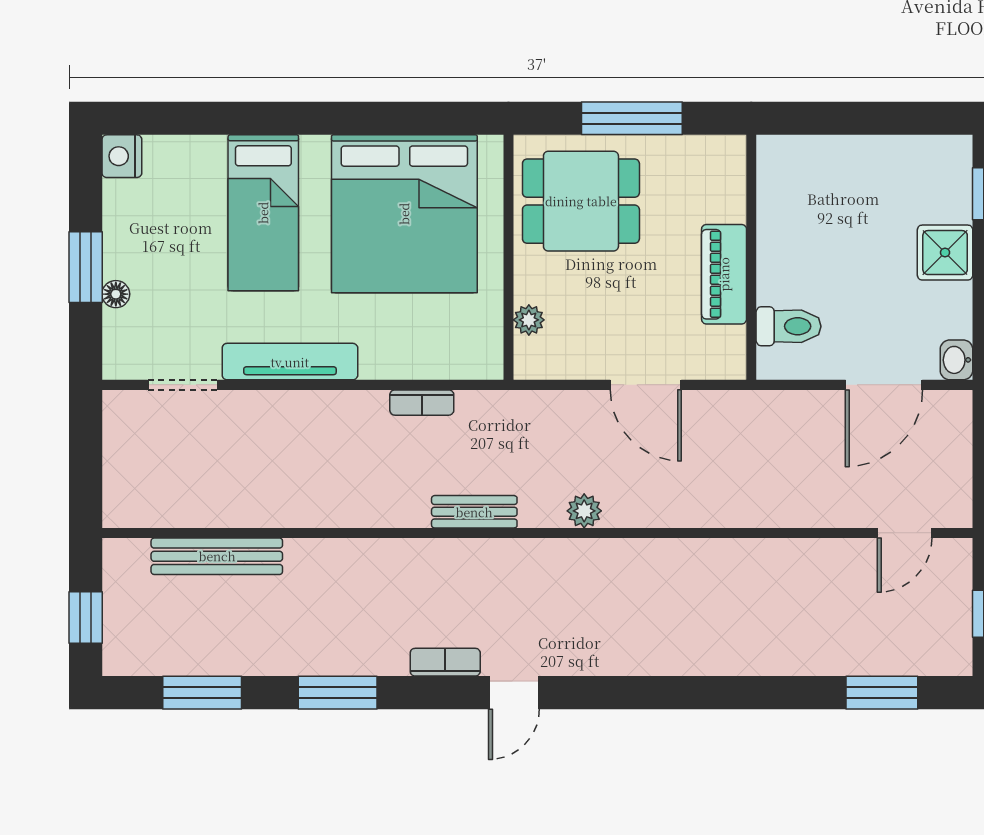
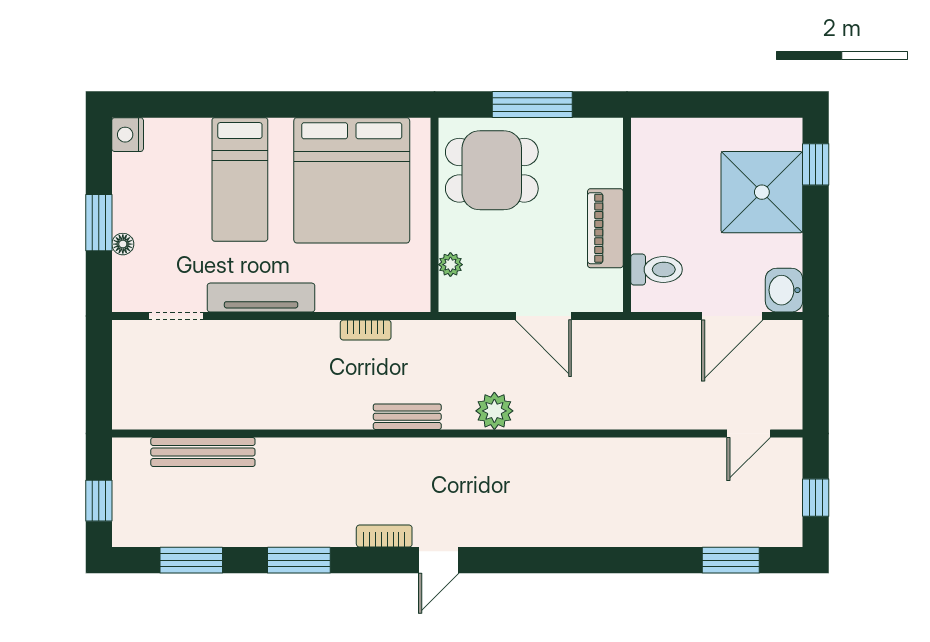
shower: (945, 253) -> (762, 192), width x1.86, depth x1.86
washbasin: (956, 360) -> (784, 290), width x1.38, depth x1.45
plant: (584, 511) -> (494, 411), width x1.38, depth x1.38

